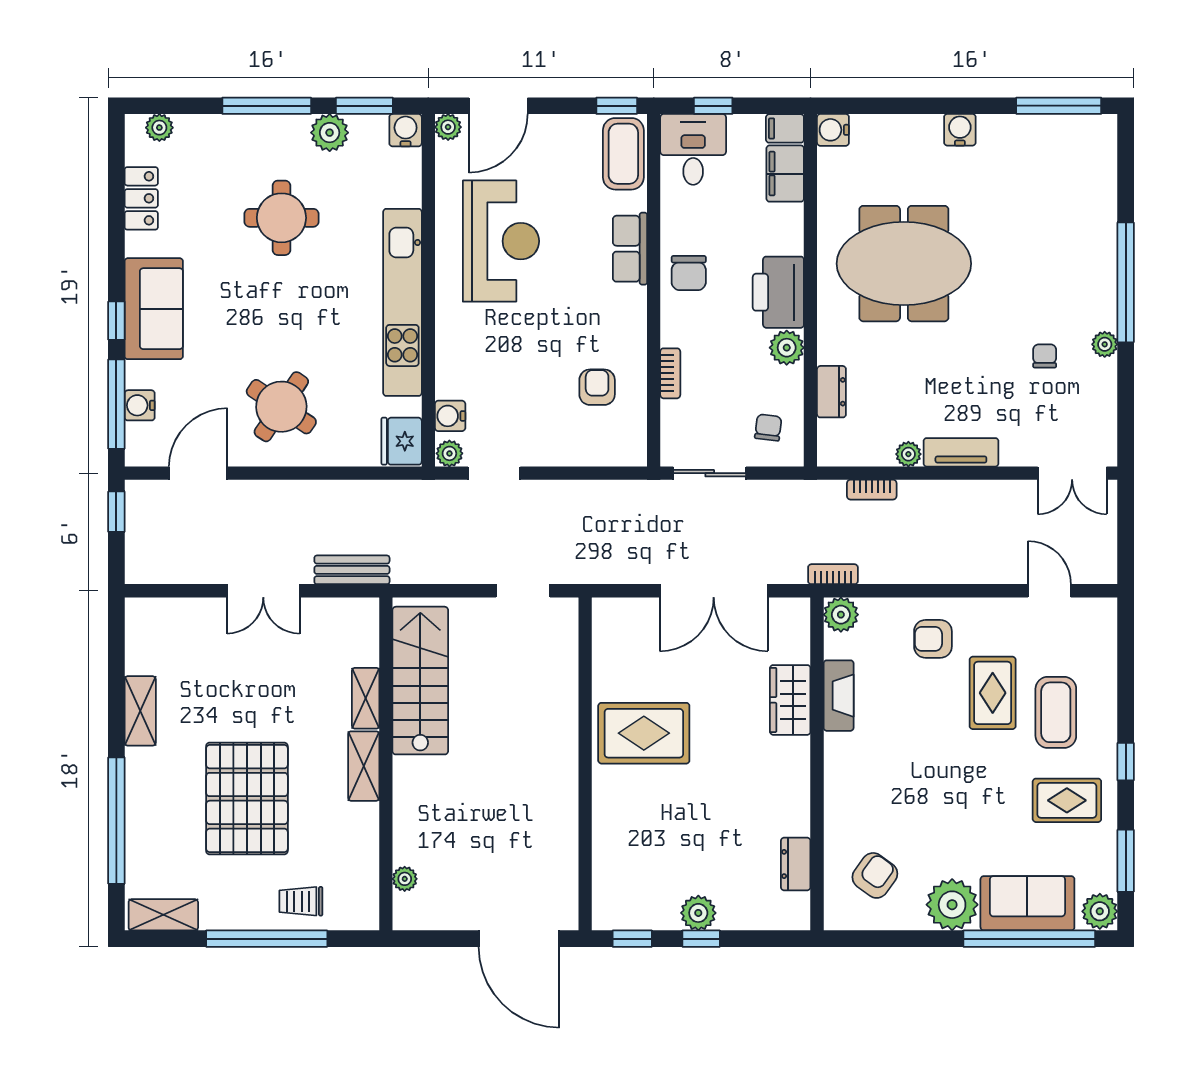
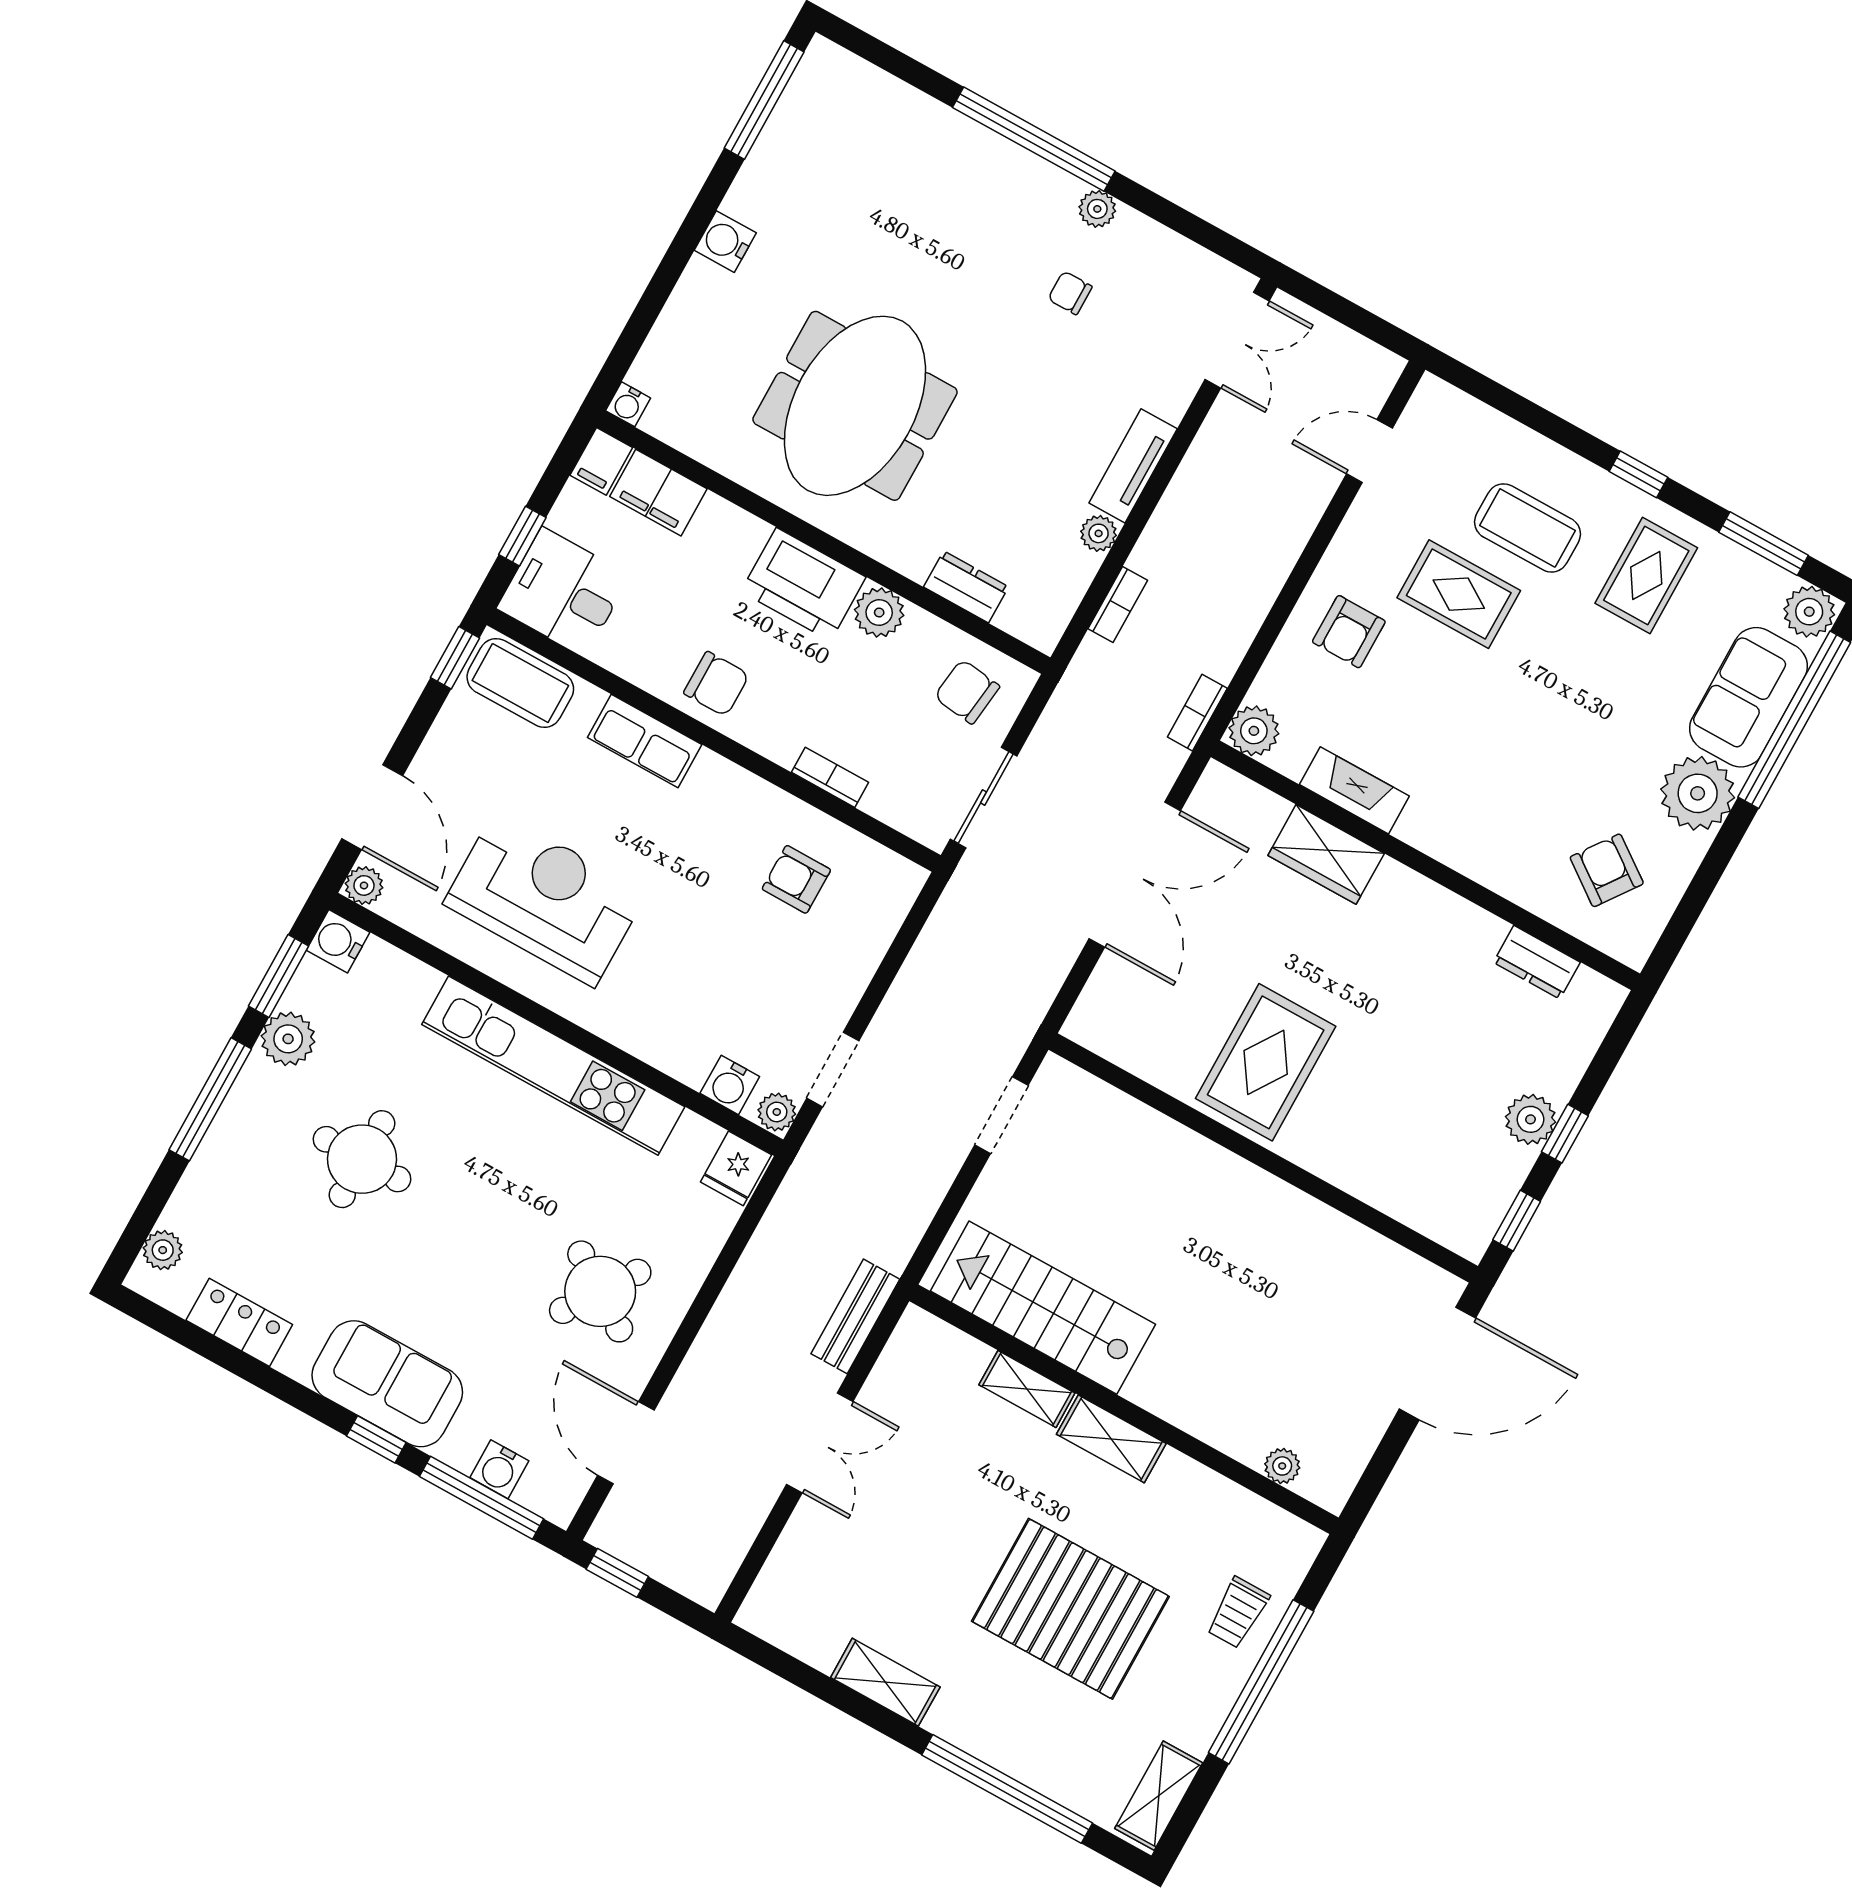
water cooler: (833, 130) -> (628, 404), width x0.72, depth x0.72
chair: (768, 428) -> (967, 692), width x1.37, depth x1.37
fridge: (402, 441) -> (736, 1168), width x0.72

